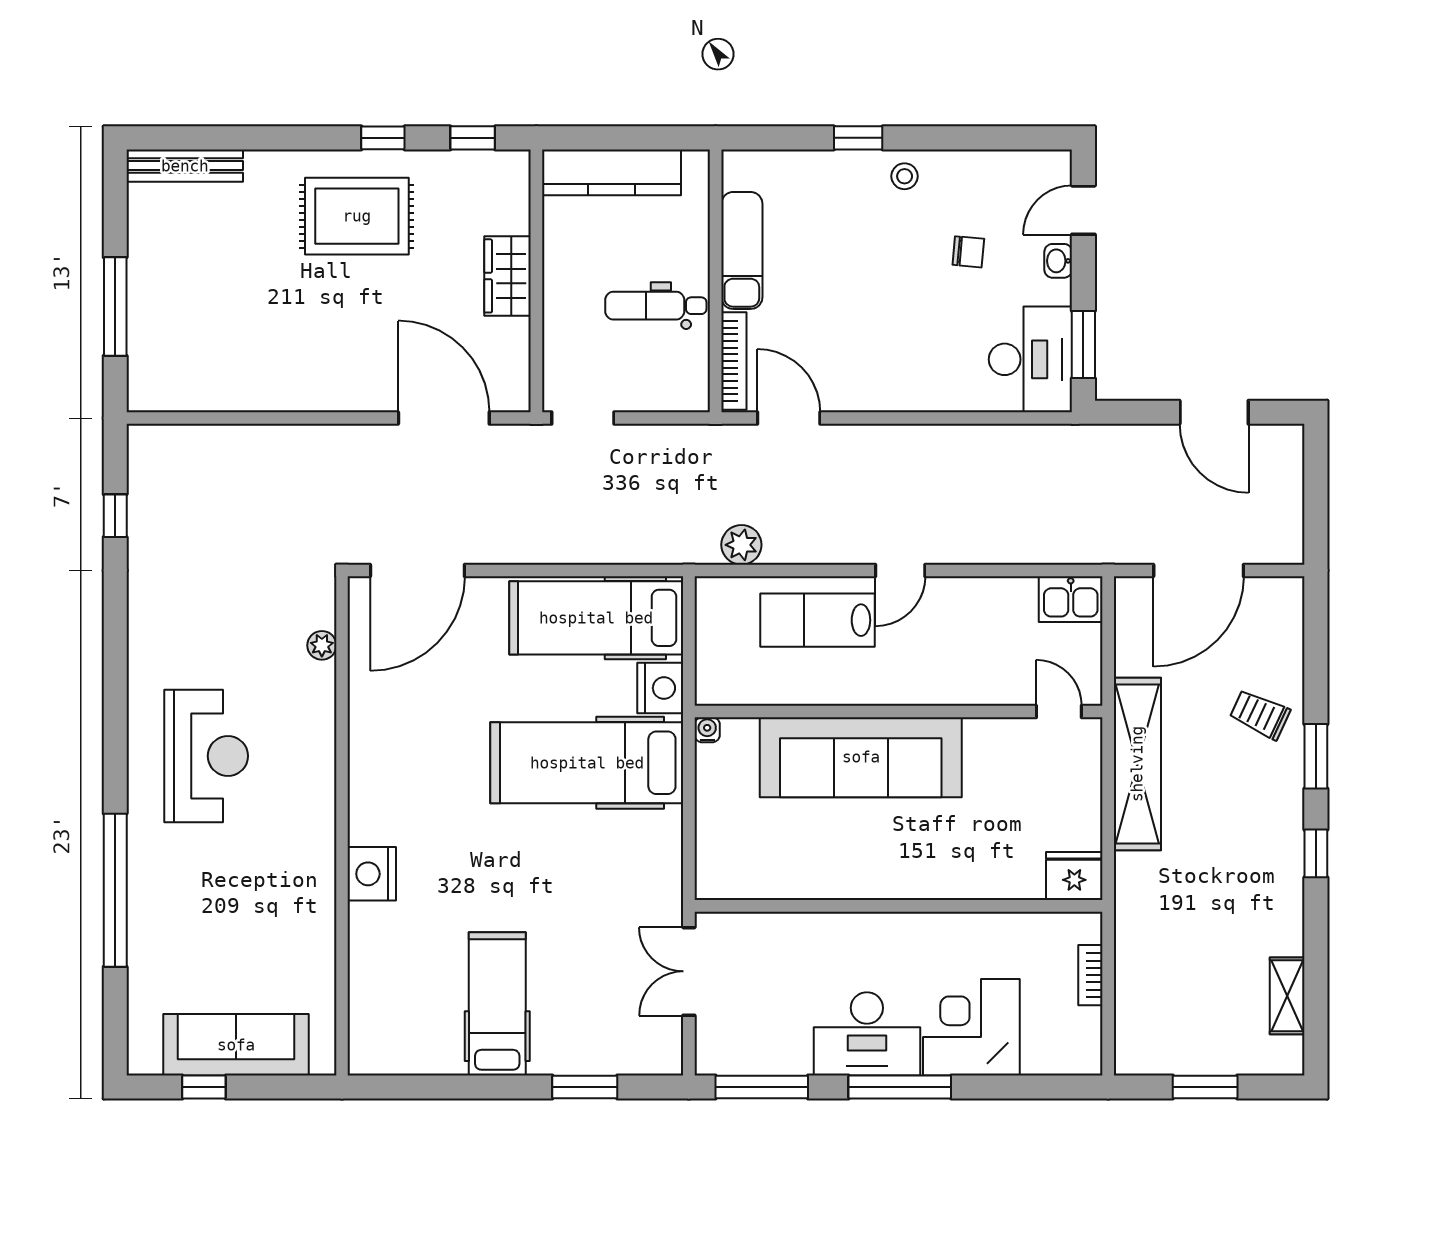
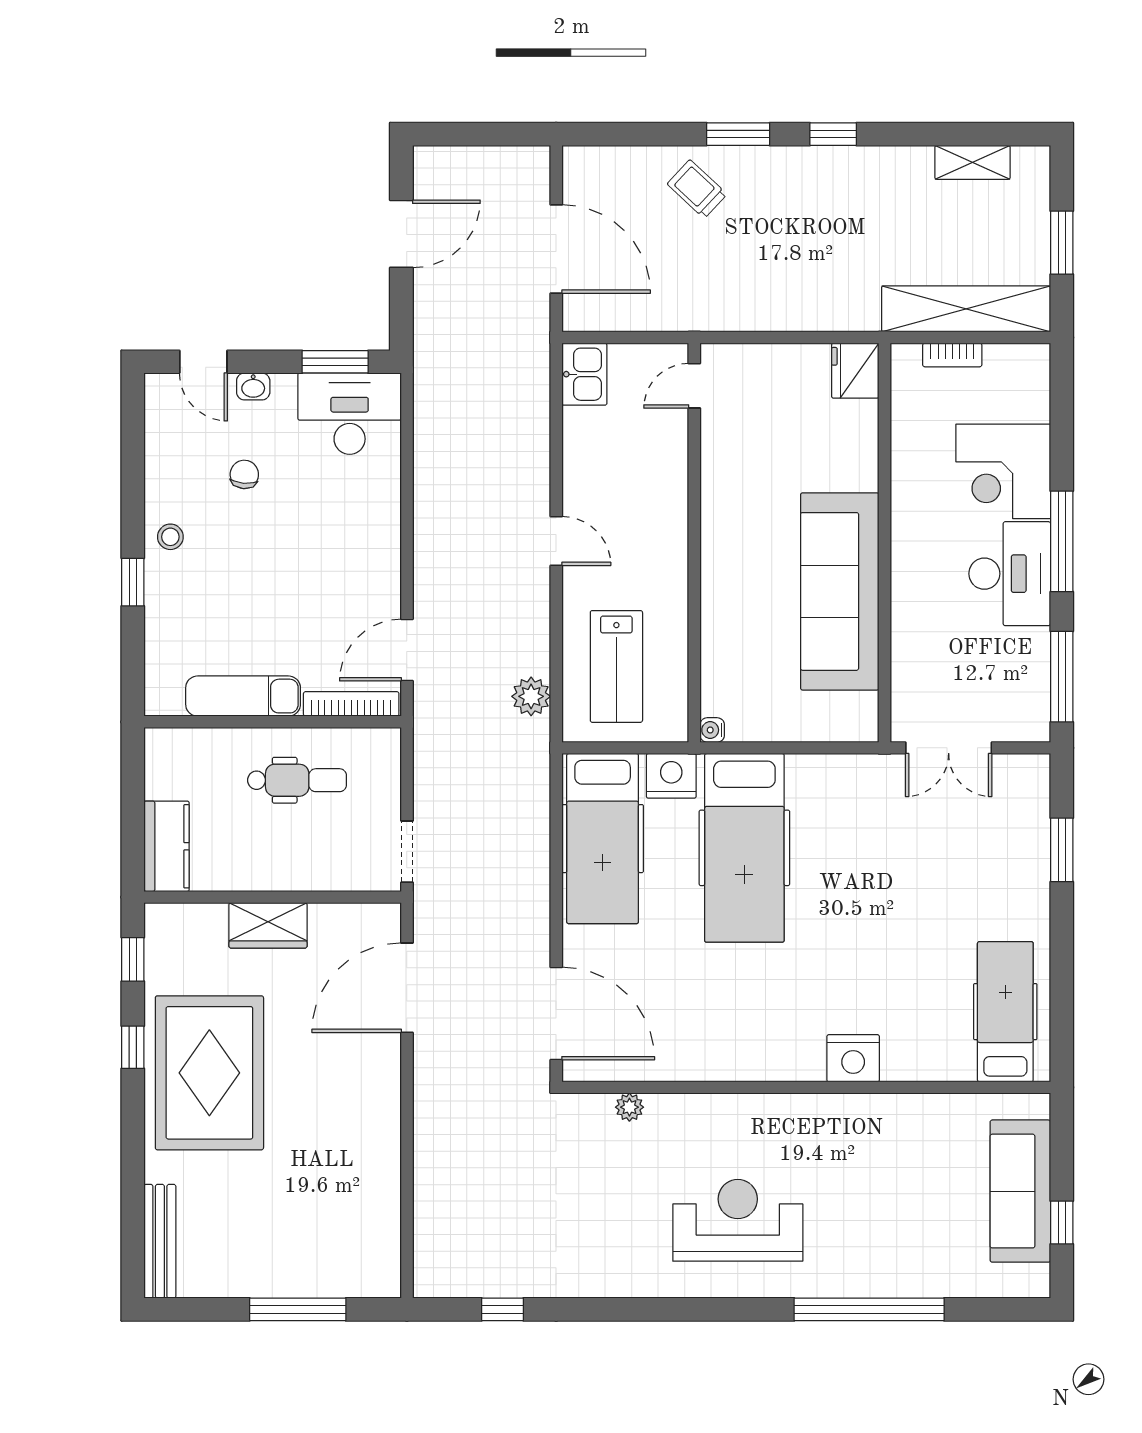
kitchen counter: (611, 172) -> (167, 846), width x0.67
rug: (357, 216) -> (209, 1073), width x1.37, depth x1.44
dental chair: (656, 306) -> (297, 780), turned -90
lab bench: (818, 620) -> (616, 666), moved
trolley: (1260, 714) -> (697, 189), turned 108
sofa: (861, 757) -> (840, 591), moved, turned 180
shelving: (1137, 764) -> (966, 309), moved
hospital bed: (497, 1004) -> (1005, 1012), moved, turned 90

